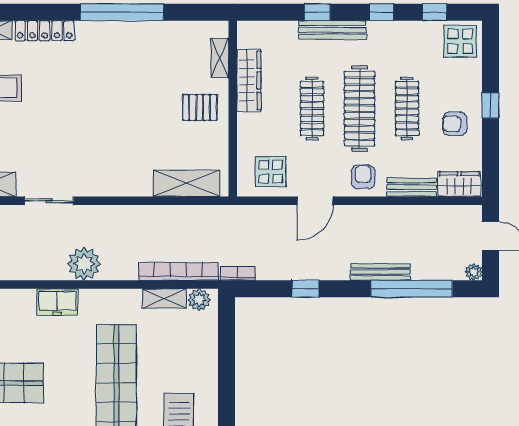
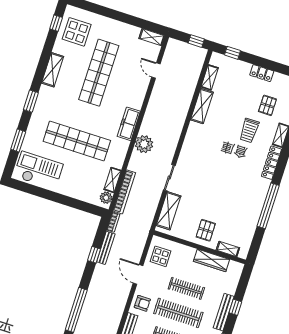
sliding door: (49, 201) -> (169, 178), moved
bench: (380, 272) -> (106, 248), moved
freezer: (57, 302) -> (129, 124), width x1.40

